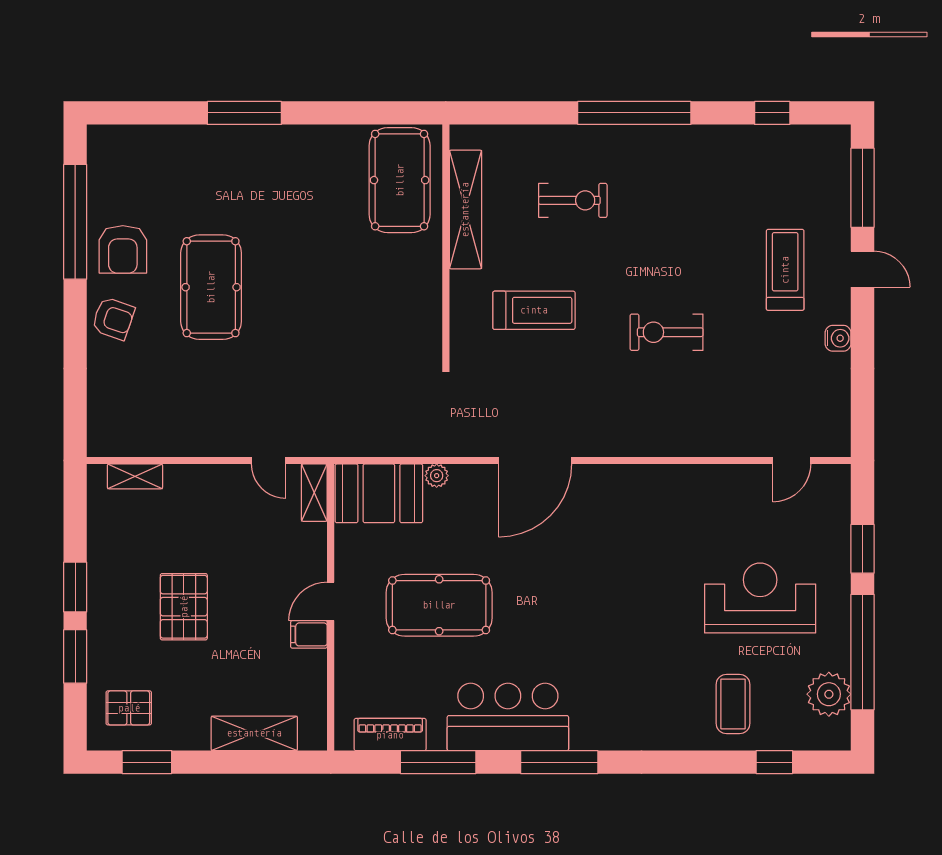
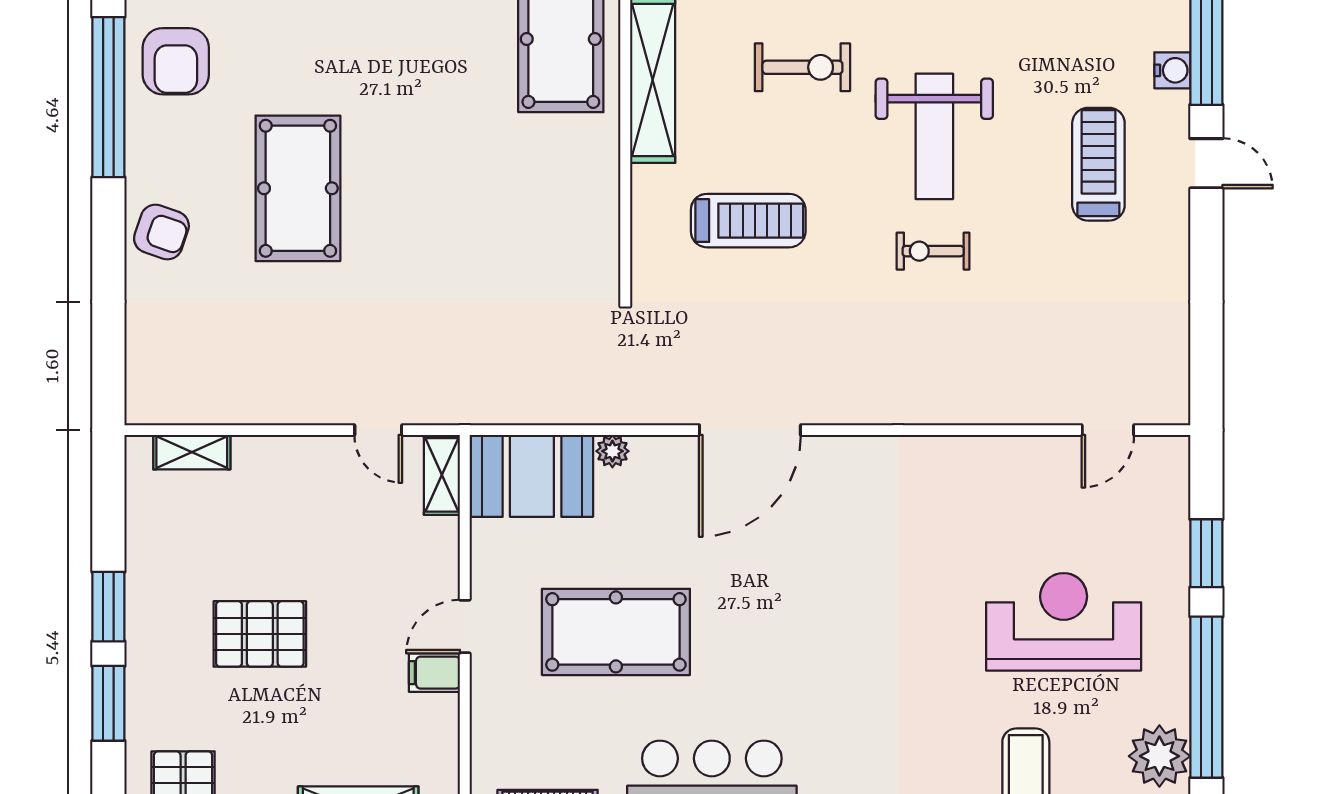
armchair: (123, 249) -> (176, 61), moved
weight bench: (667, 250) -> (934, 136), added
exercise bike: (667, 332) -> (933, 251), width x0.73, depth x0.72
water cooler: (838, 338) -> (1172, 70), moved
pallet: (184, 607) -> (260, 634), turned 90

